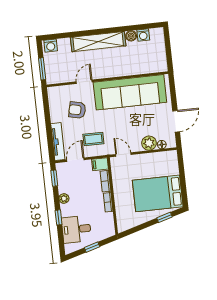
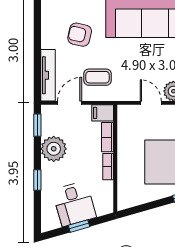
door: (123, 154) -> (151, 103), moved
plant: (64, 199) -> (54, 149), width x1.87, depth x1.87
desk: (76, 229) -> (74, 204), moved, turned -106

